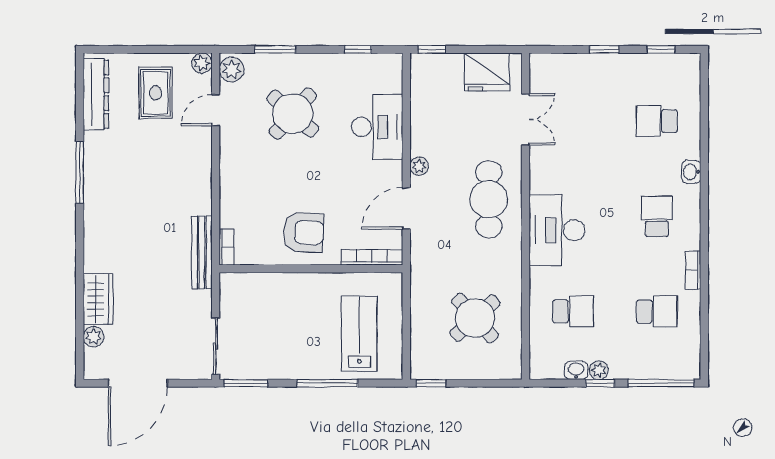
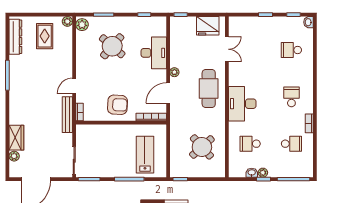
door: (216, 110) -> (74, 86), moved
washbasin: (691, 172) -> (308, 22), moved
school desk: (573, 311) -> (250, 144), turned 180

